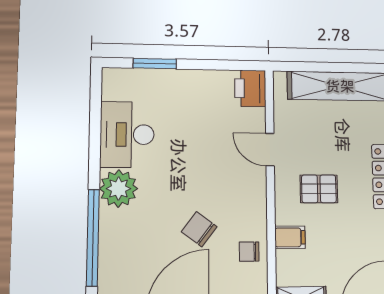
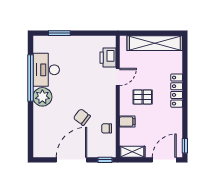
printer: (250, 88) -> (108, 58), moved
door: (270, 150) -> (118, 77), swing flipped
window: (93, 238) -> (30, 78), moved

